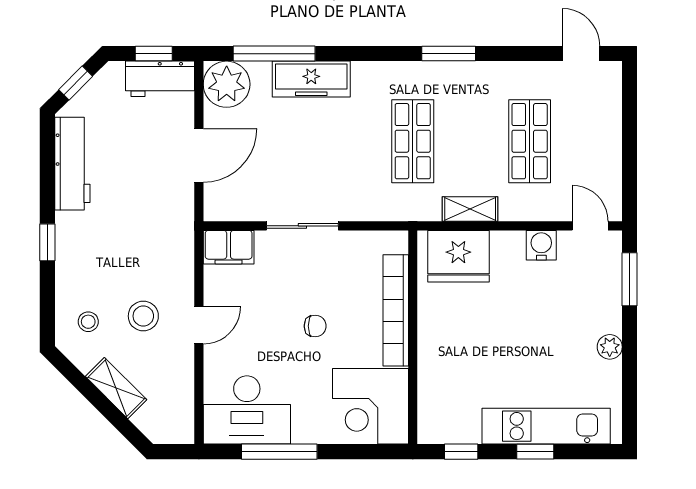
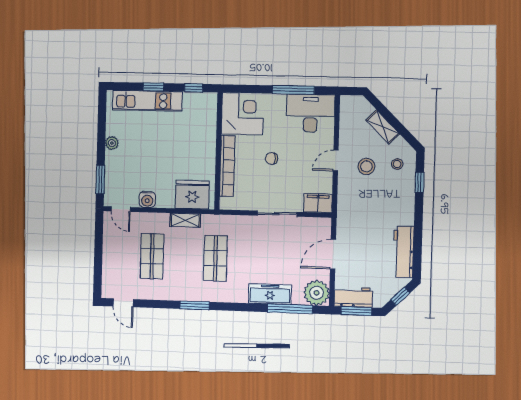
window: (154, 54) -> (356, 311), width x1.50
window: (47, 242) -> (420, 182), moved

